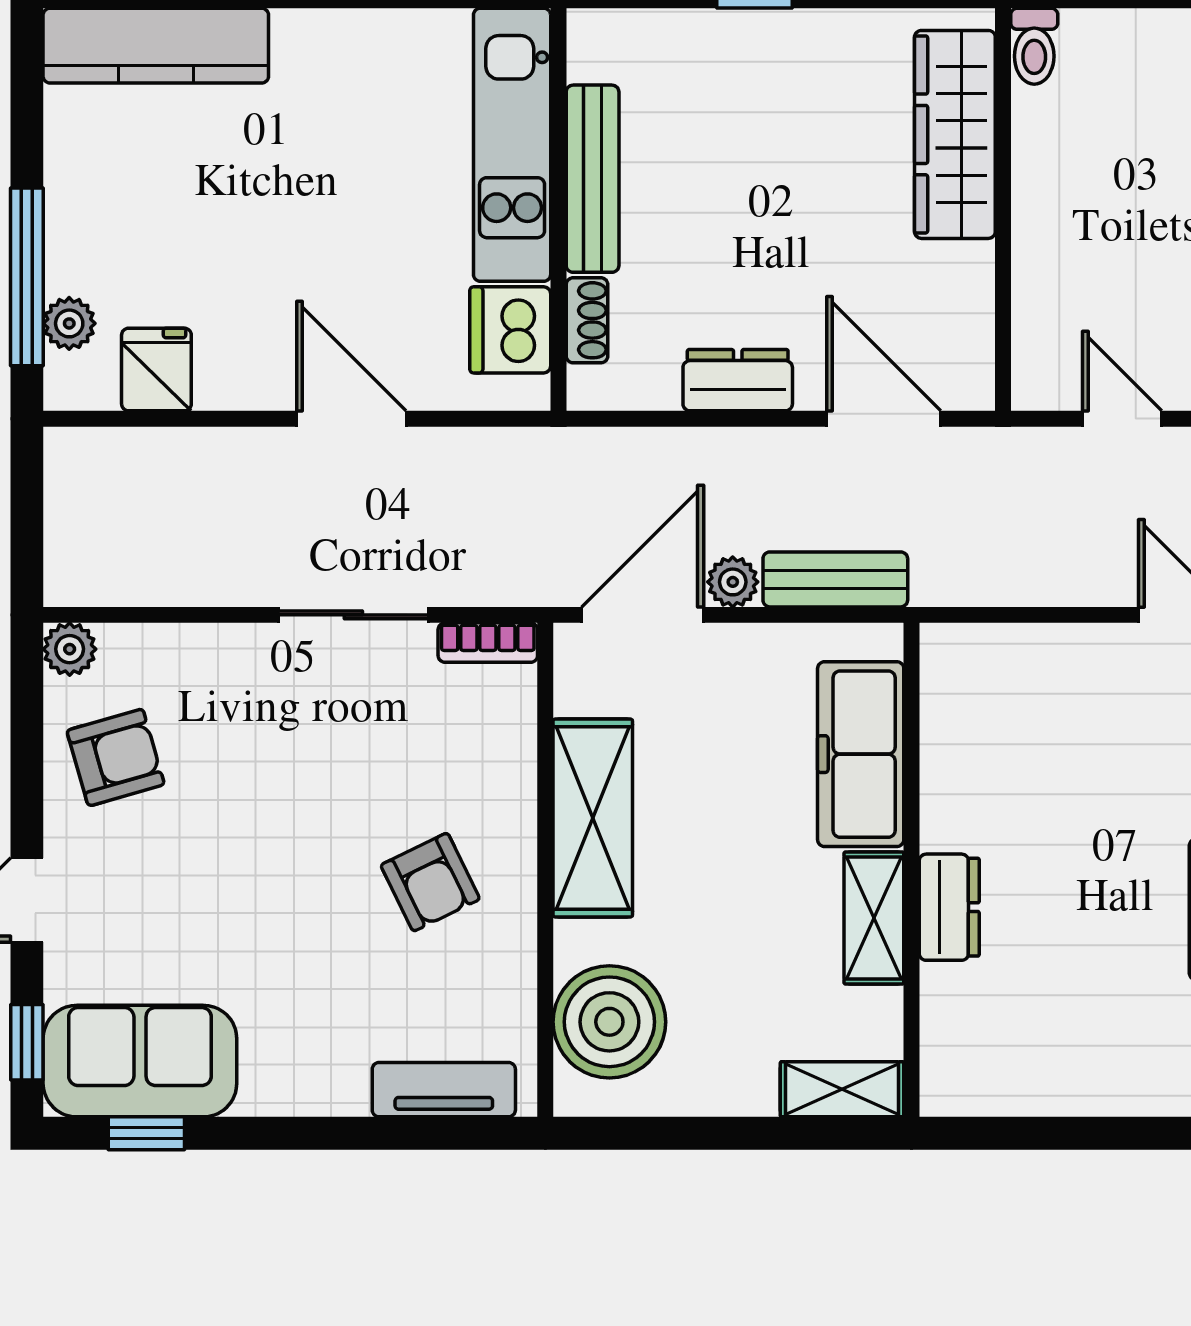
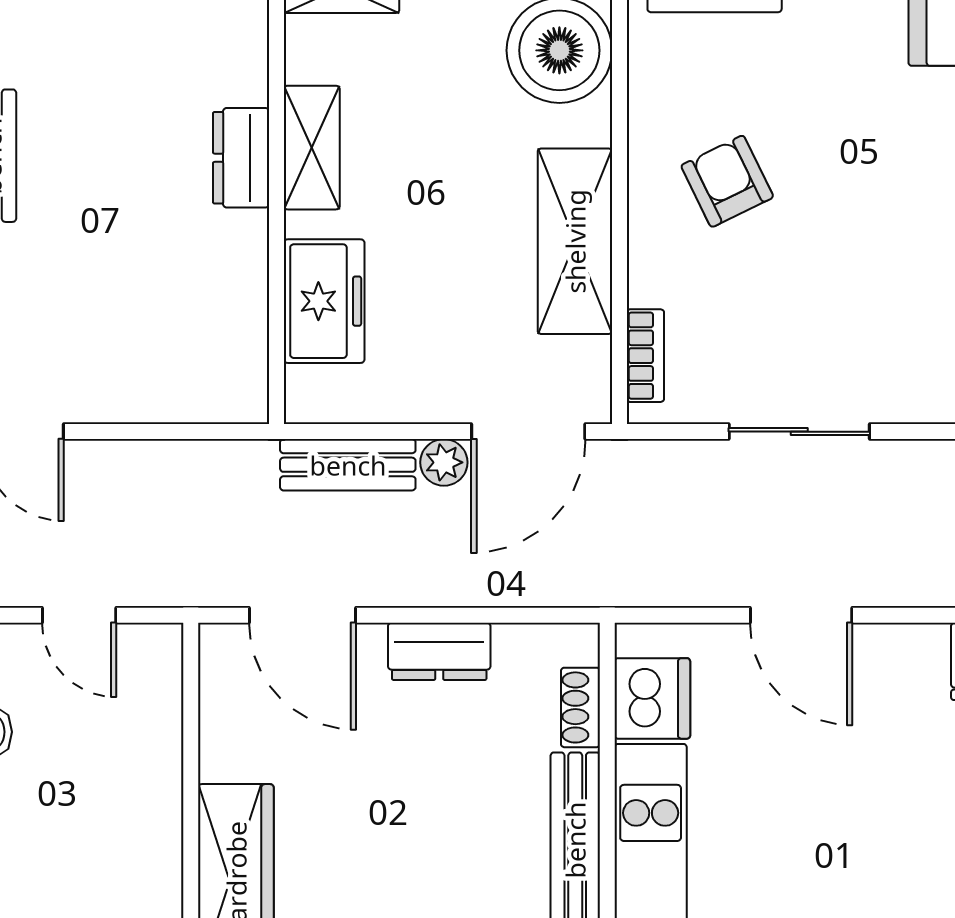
bookcase: (488, 643) -> (645, 356), moved, turned 90
freezer: (861, 754) -> (324, 301), width x0.71

